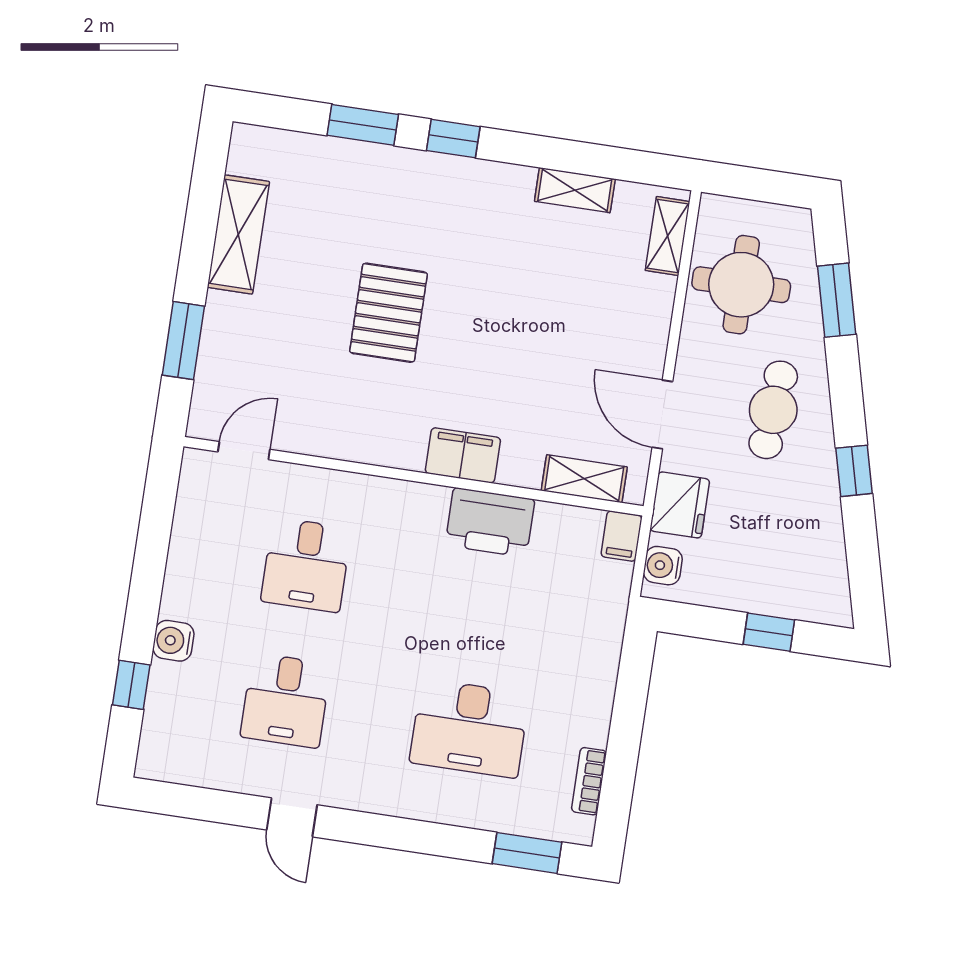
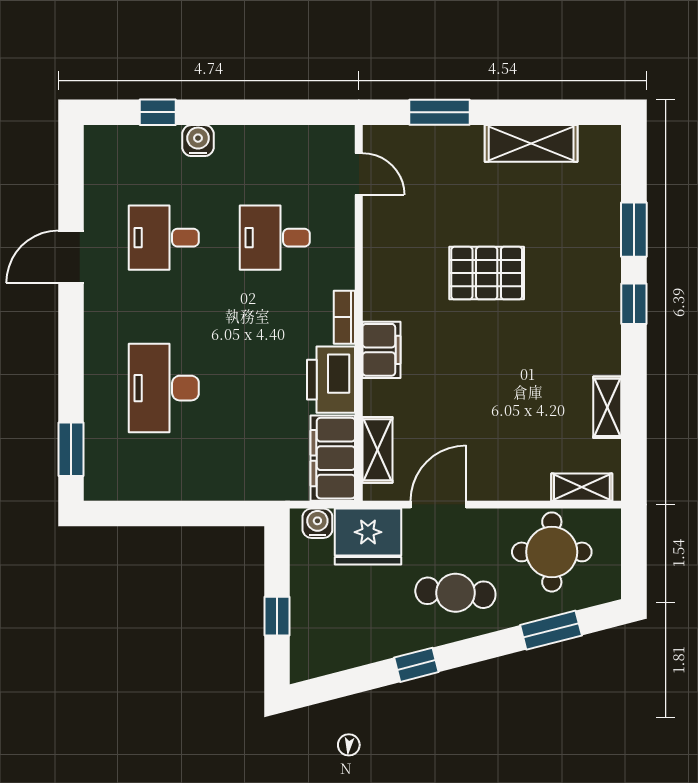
fridge: (680, 505) -> (368, 537), width x1.36, depth x1.34
filing cabinet: (621, 536) -> (333, 458), width x3.00, depth x1.17
bookcase: (589, 781) -> (344, 317), moved, turned -90
door: (292, 817) -> (71, 257), width x1.37

